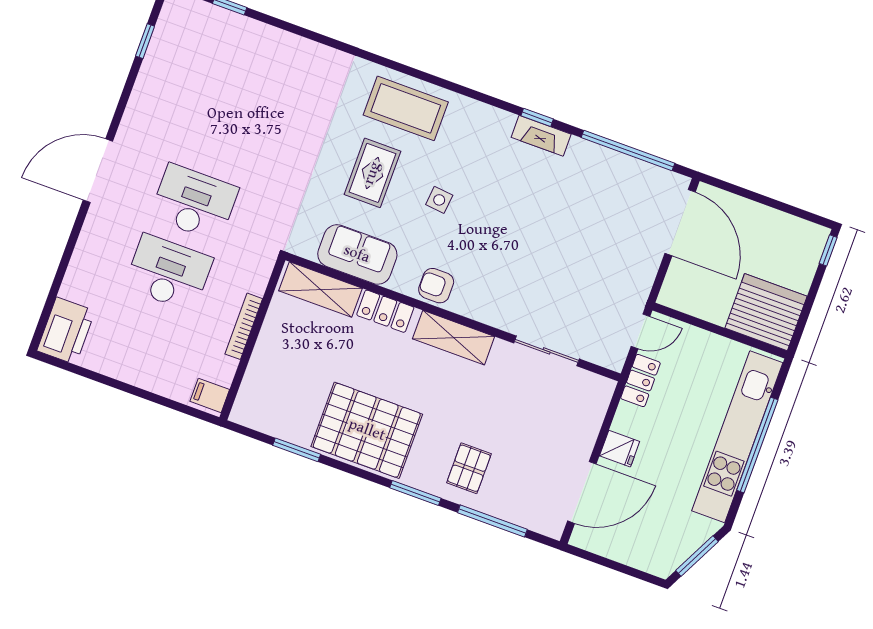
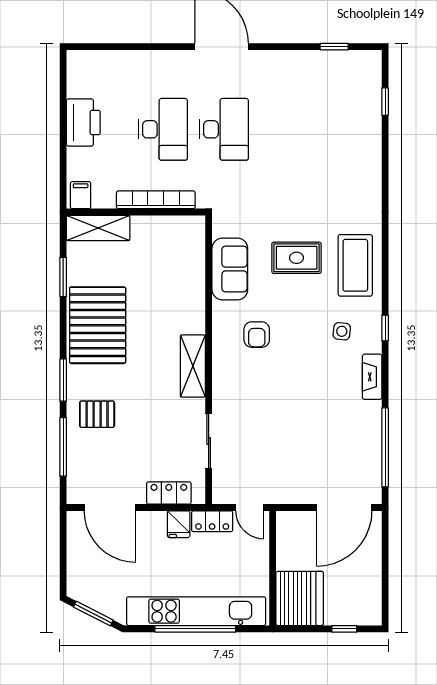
window: (537, 117) -> (385, 328), moved
side table: (439, 200) -> (342, 331), moved
window: (828, 250) -> (344, 629), moved
armchair: (436, 286) -> (257, 335), moved, turned 180
shelving: (321, 290) -> (98, 228), moved, turned 90
locker: (385, 311) -> (169, 493), moved, turned 90
bookcase: (244, 326) -> (156, 200), width x1.48, depth x1.31
printer: (66, 331) -> (83, 123), moved, turned -90
fridge: (620, 449) -> (179, 524), moved

